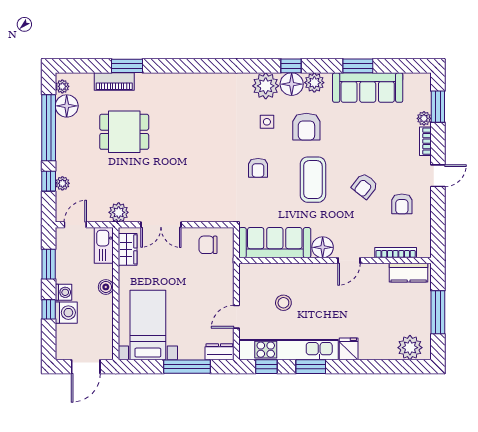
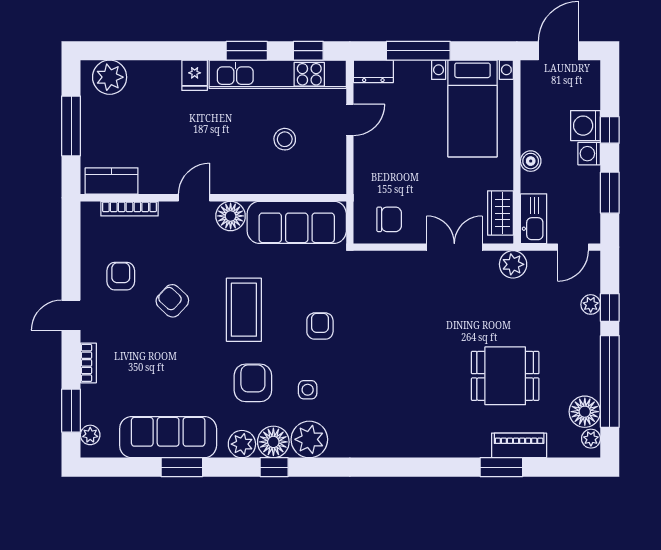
plant: (424, 118) -> (90, 435), moved
armchair: (365, 186) -> (172, 301), turned -85

